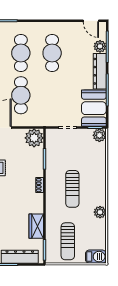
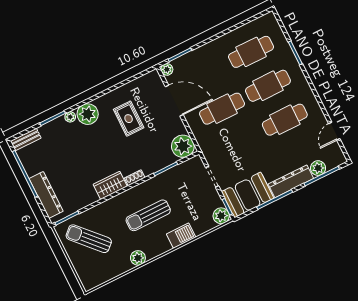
door: (91, 21) -> (334, 131), moved
wardrobe: (36, 226) -> (110, 185), moved
sun lounger: (68, 241) -> (89, 239), turned 47
barbecue: (96, 257) -> (181, 236), moved, turned -90

